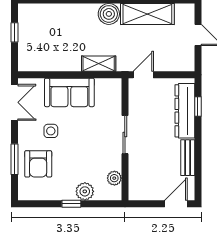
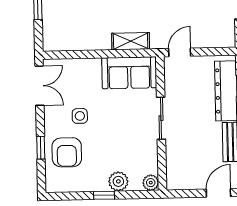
sofa: (69, 92) -> (129, 73), moved
window: (15, 159) -> (41, 148), width x0.67
plant: (114, 178) -> (151, 183), moved

